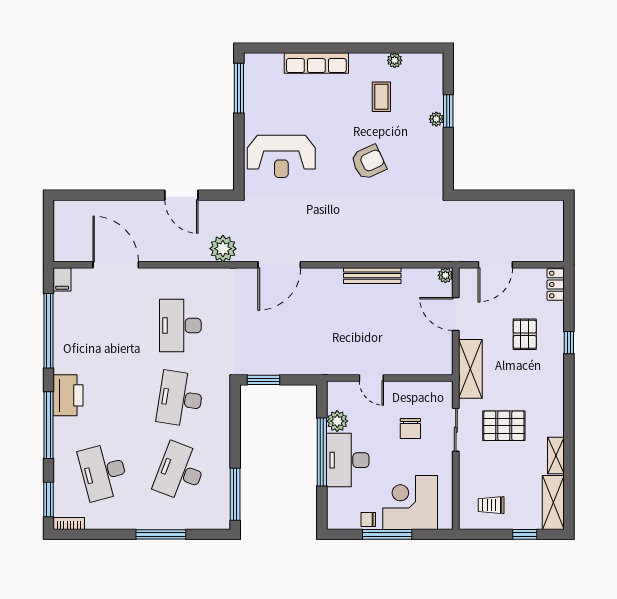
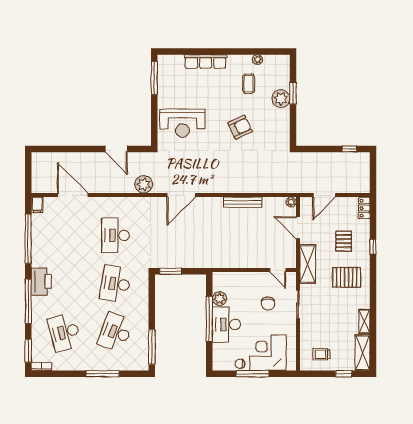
plant: (436, 119) -> (281, 99), width x1.88, depth x1.88
window: (533, 195) -> (349, 149), added
door: (371, 378) -> (278, 270), moved
pallet: (504, 426) -> (347, 277), moved

